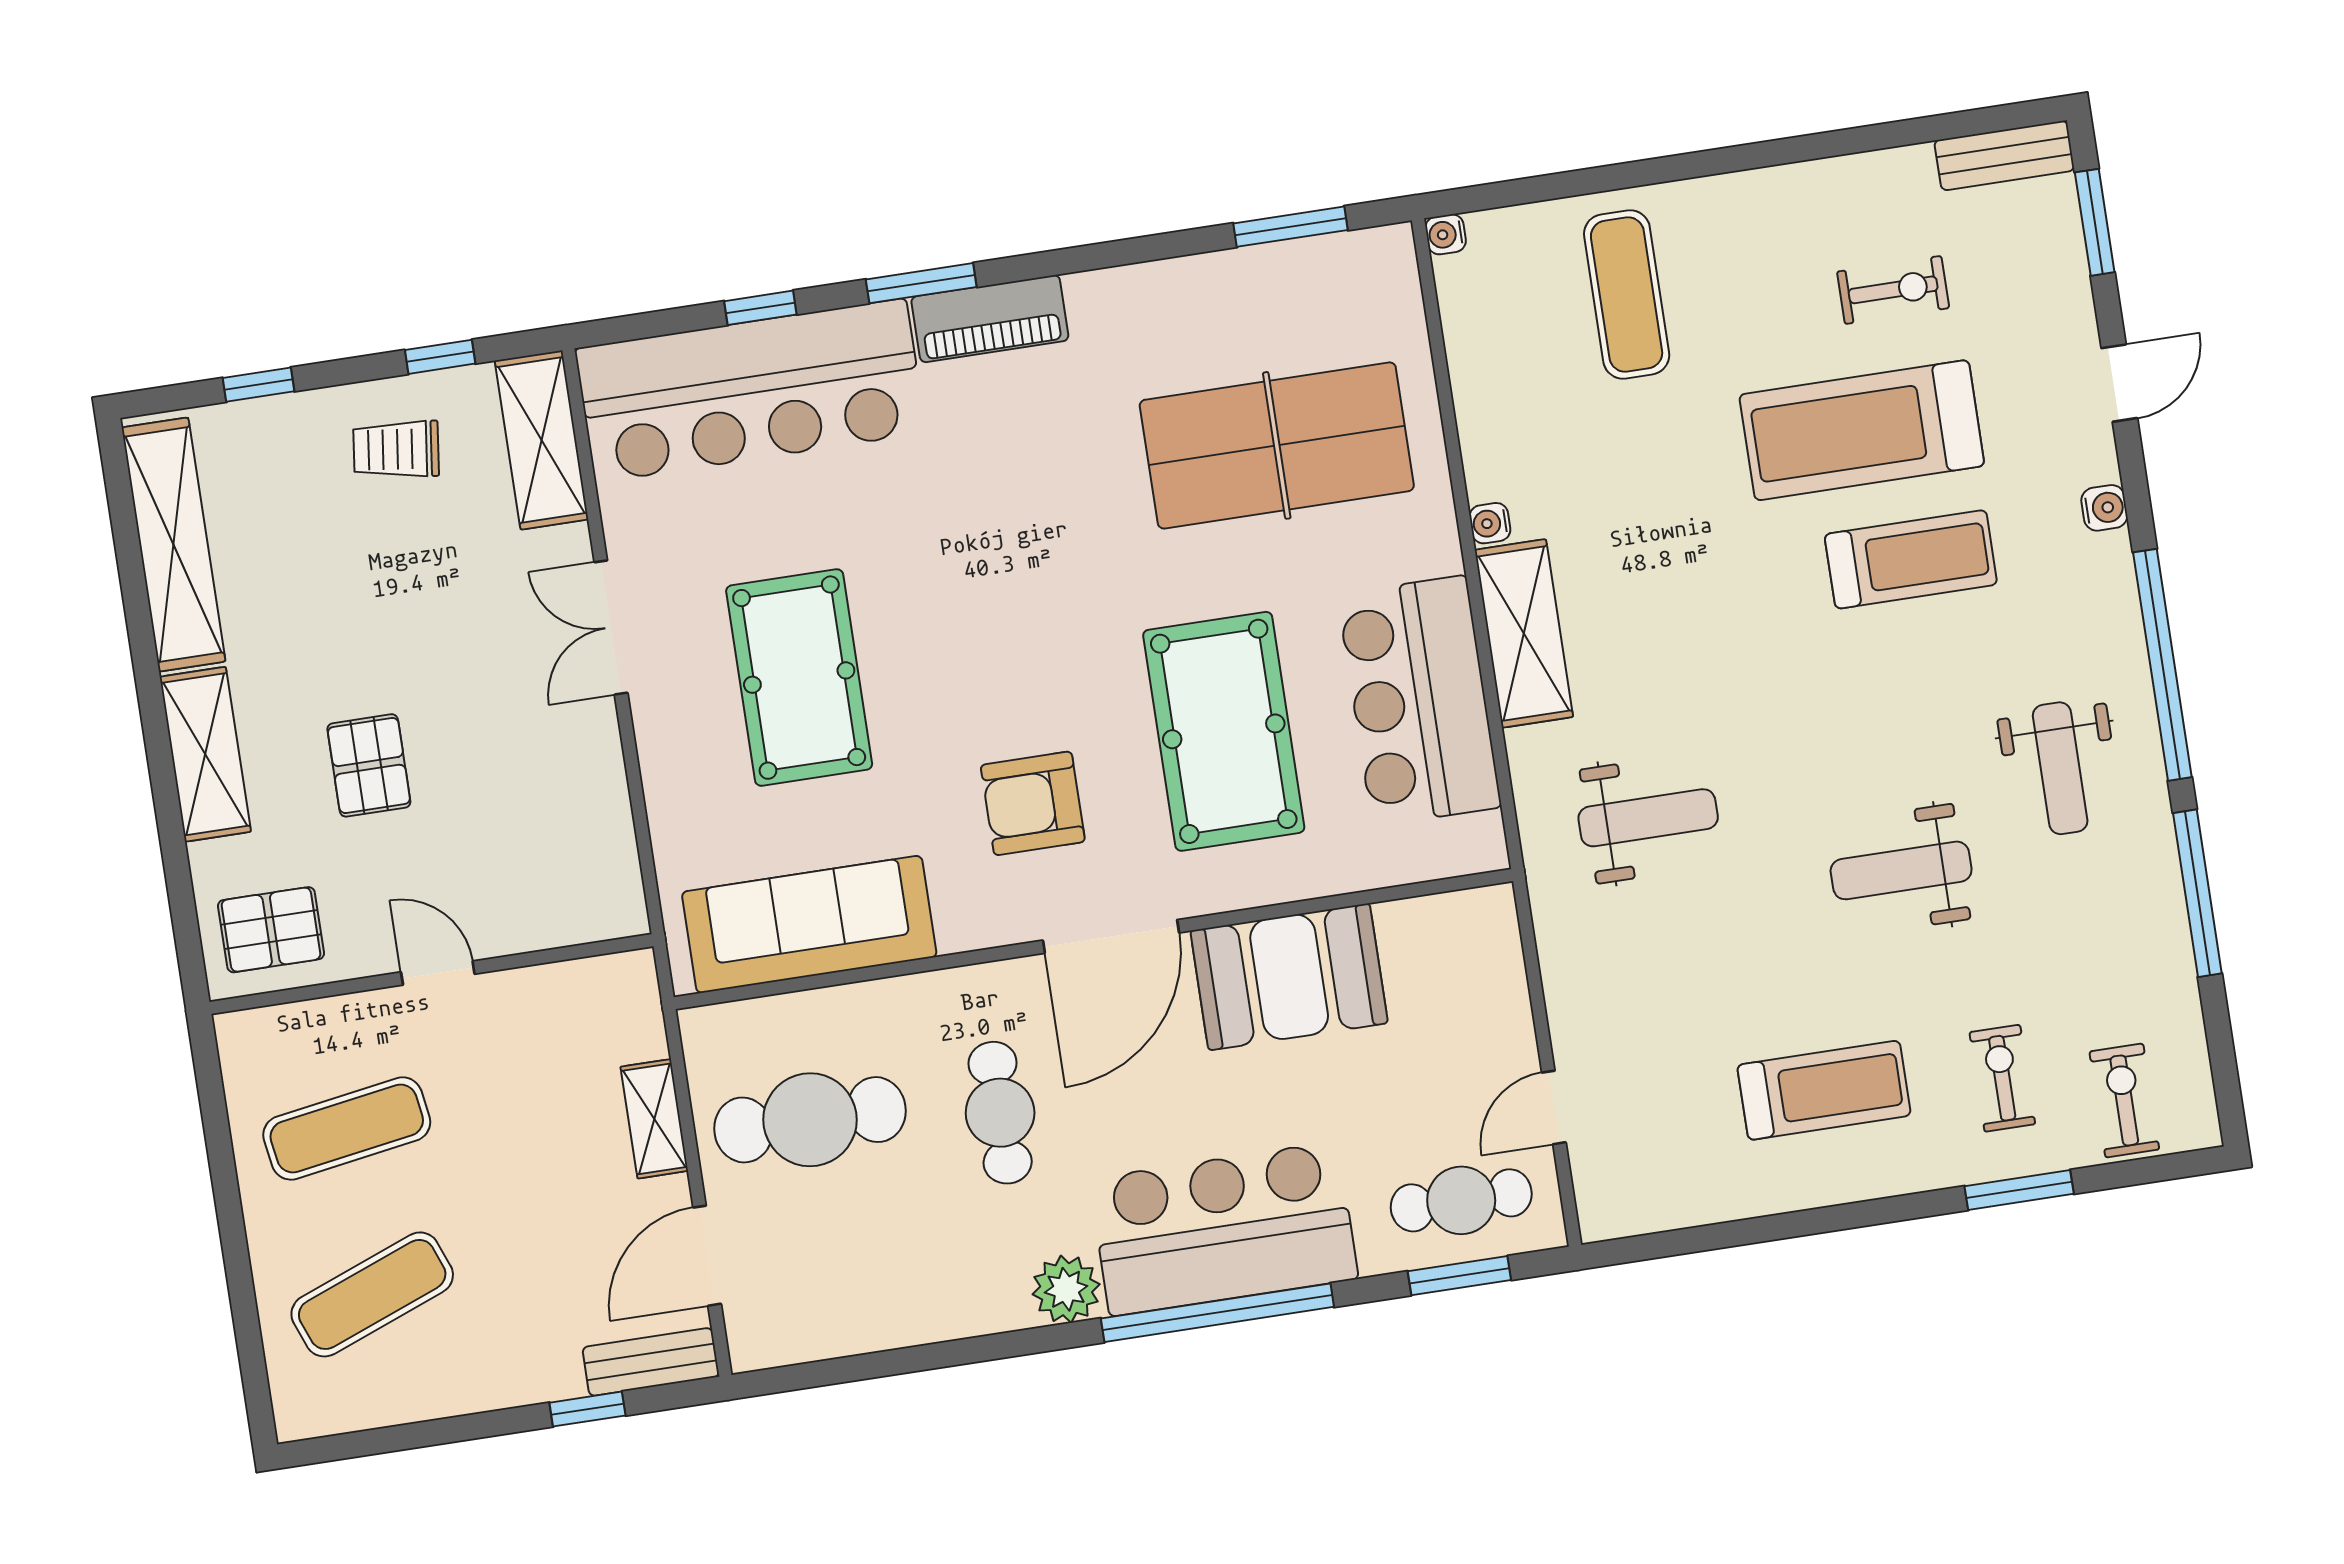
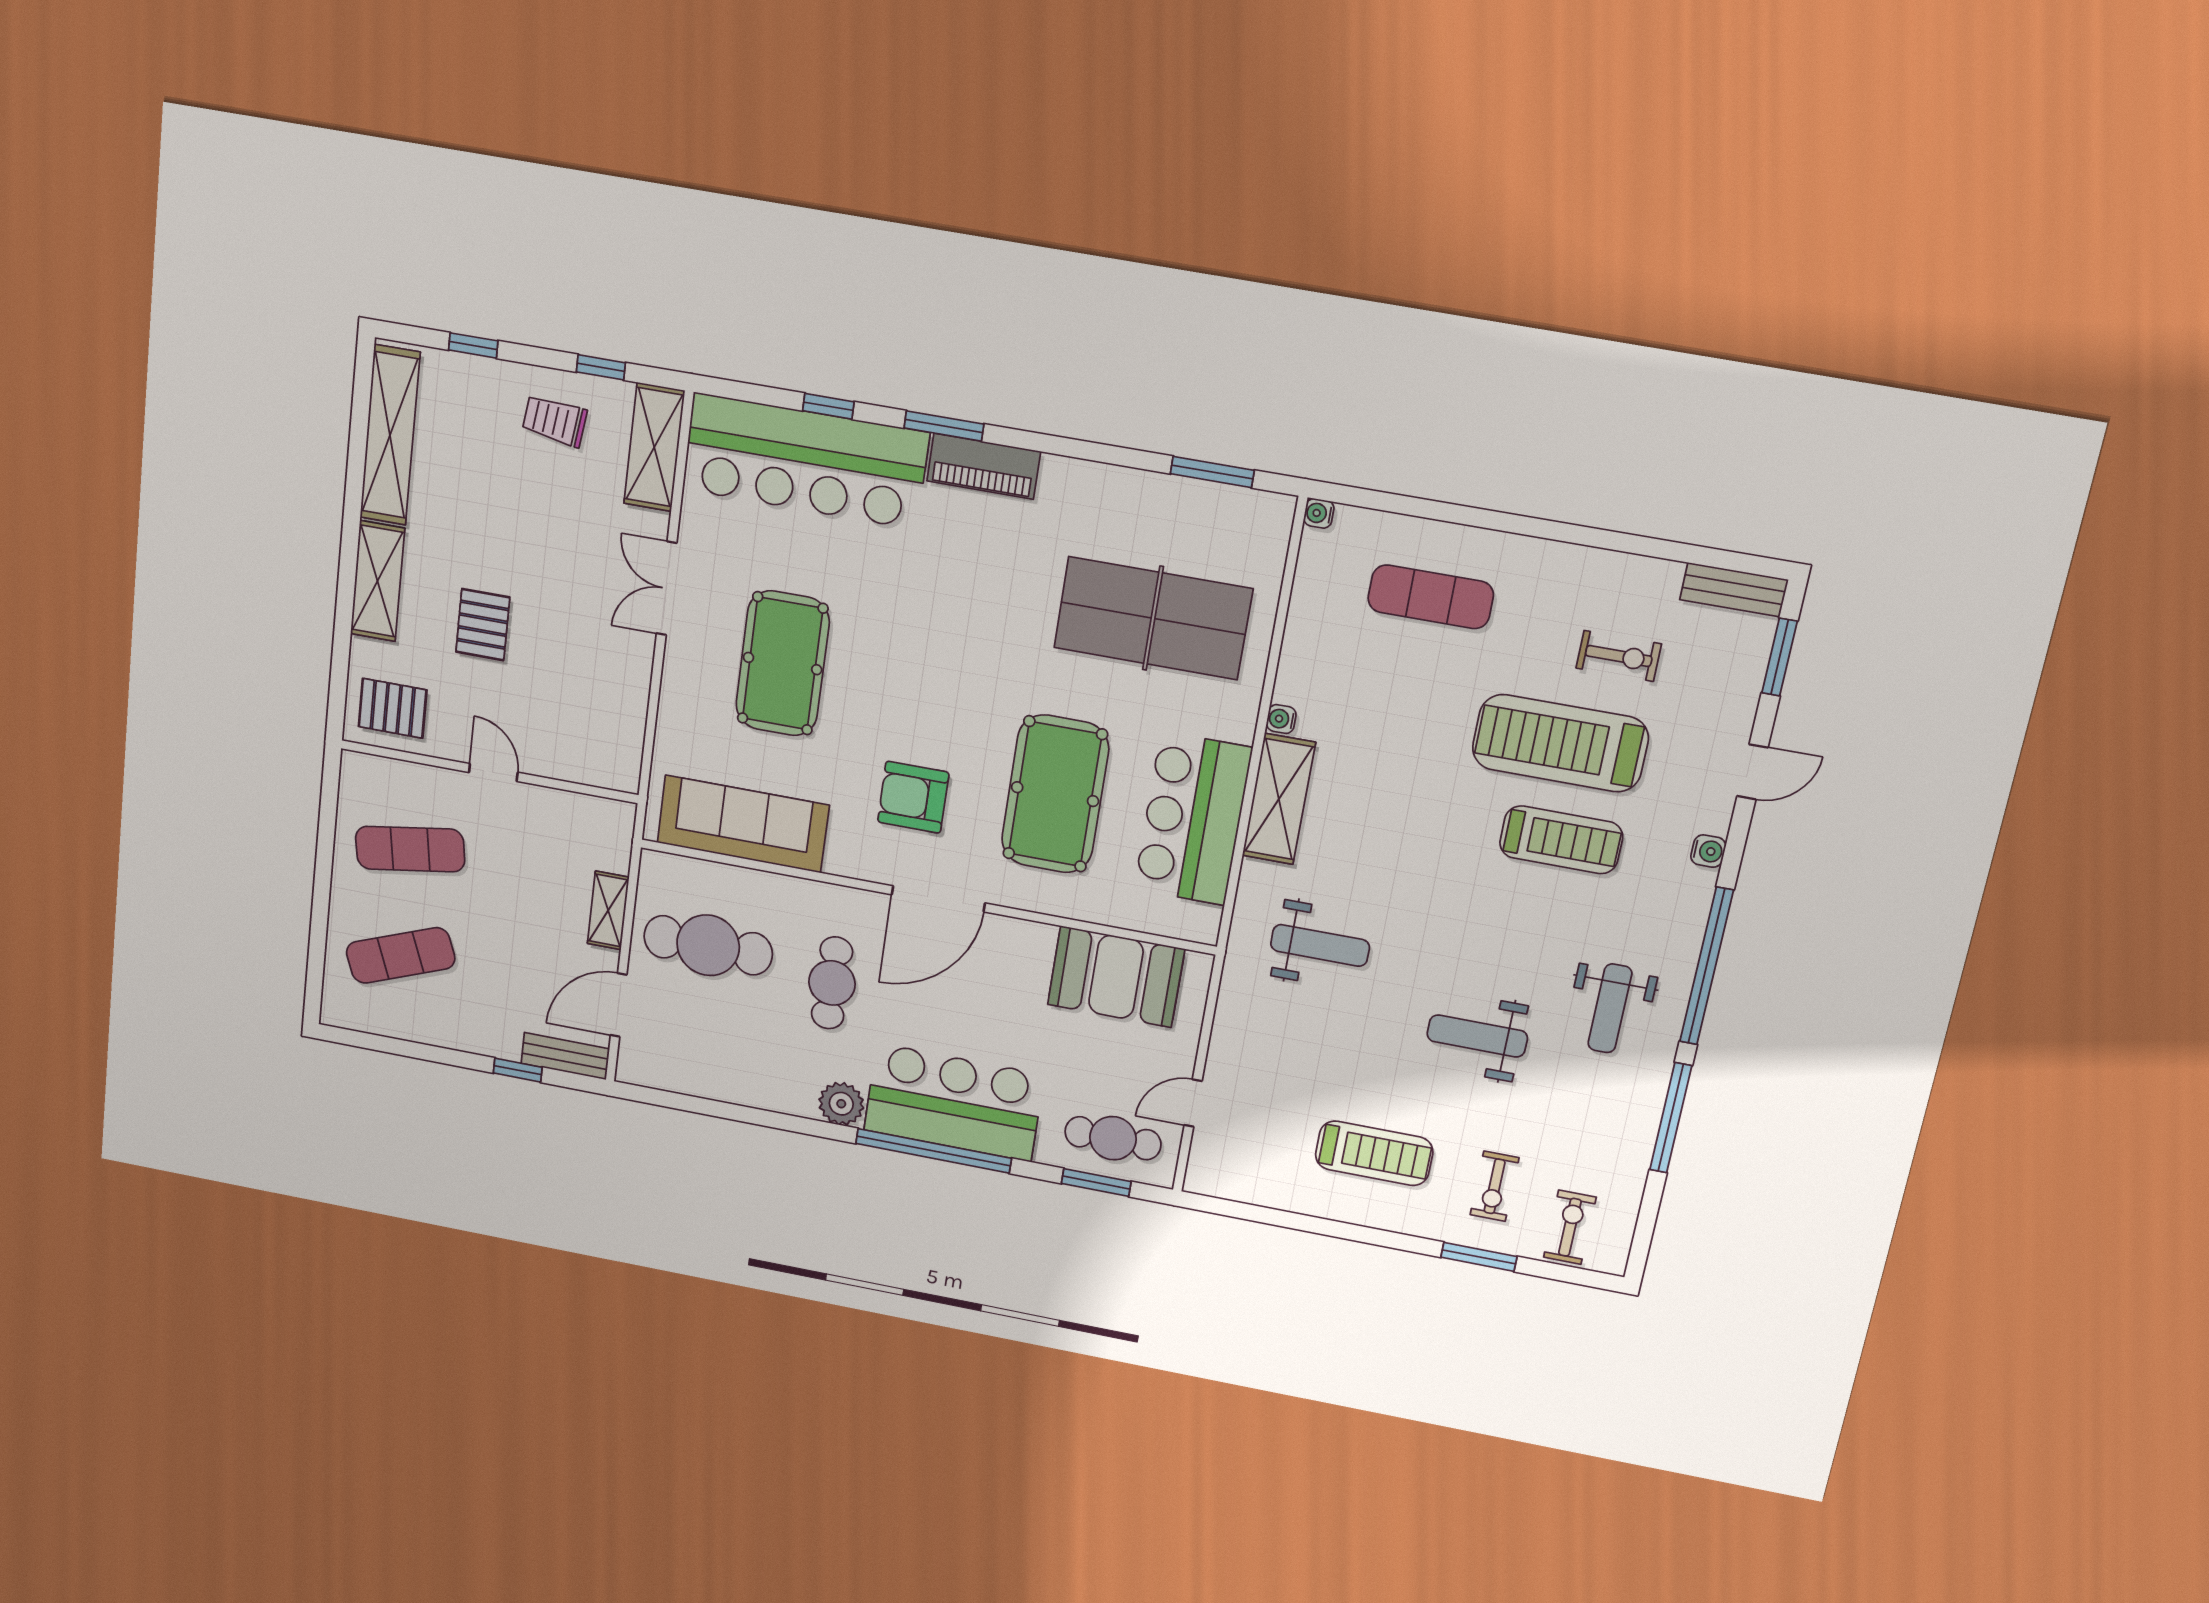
exercise mat: (1627, 294) -> (1431, 597), turned 90
booth: (1289, 977) -> (1116, 977), moved
exercise bike: (2002, 1078) -> (1495, 1186), turned 180

